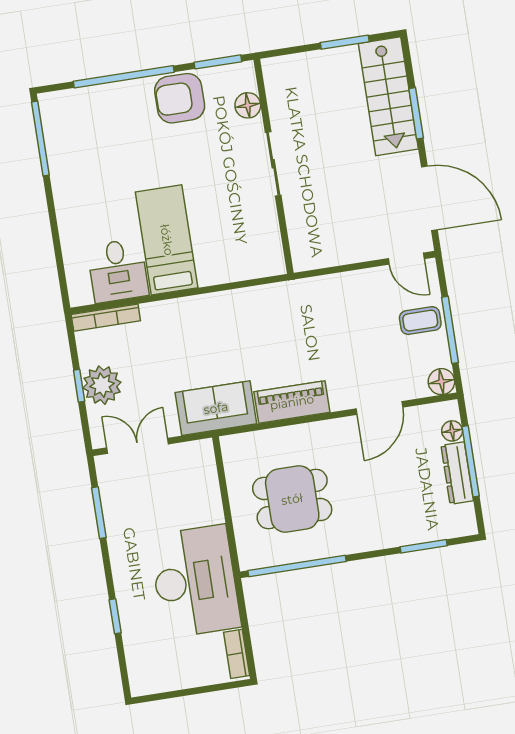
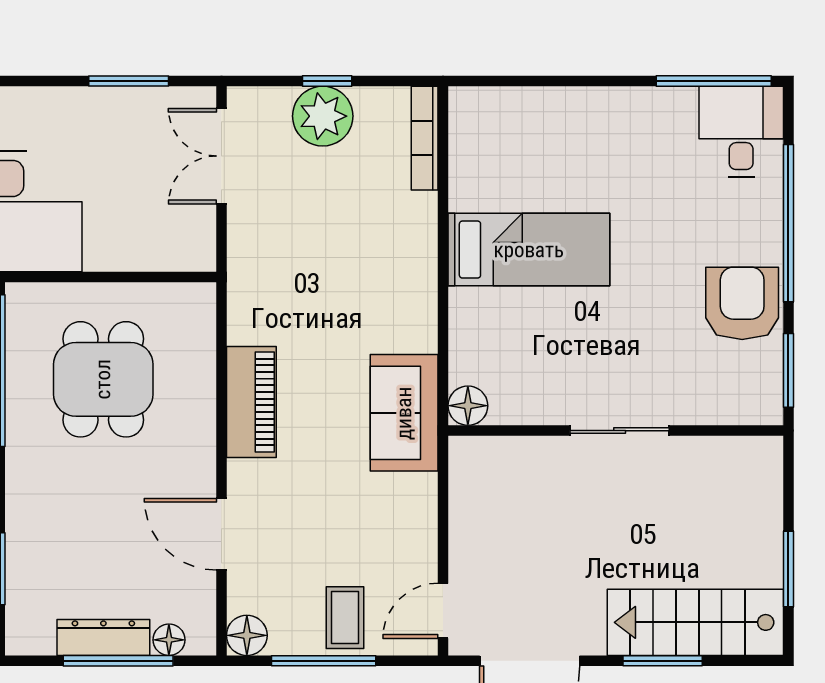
floor lamp: (248, 105) -> (468, 406), moved
desk: (118, 271) -> (741, 132), moved, turned 90
sofa: (216, 408) -> (404, 413), moved, turned 180
double door: (138, 446) -> (221, 156), swing flipped

